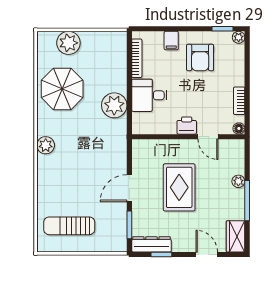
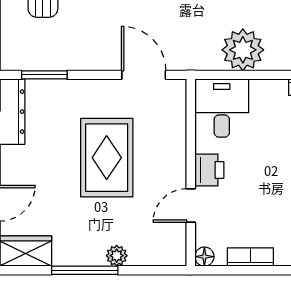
desk: (149, 95) -> (222, 108), moved
rug: (179, 187) -> (107, 158), turned 90
door: (129, 188) -> (144, 75), moved

